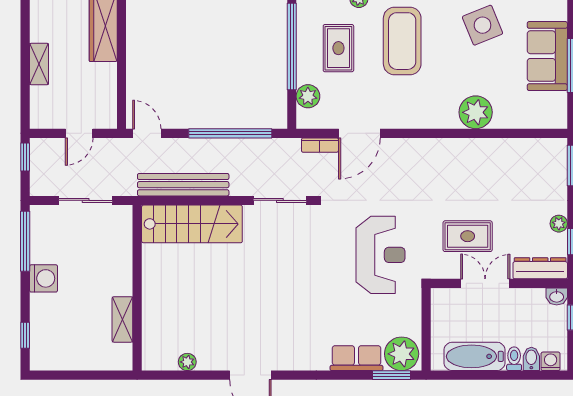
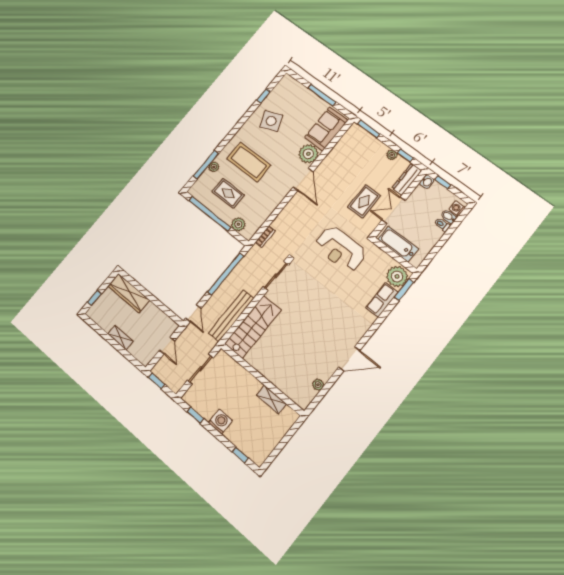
sofa: (547, 56) -> (326, 129), moved, turned 90
door: (147, 133) -> (193, 313), swing flipped
door: (359, 133) -> (303, 179), moved
window: (25, 241) -> (195, 415), width x0.46
reception desk: (381, 255) -> (340, 249), turned 180
bathtub: (475, 356) -> (398, 244), moved, turned 90

